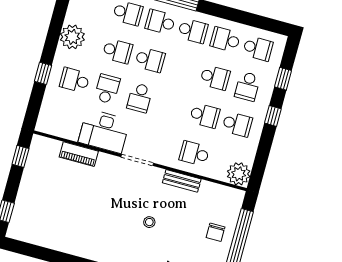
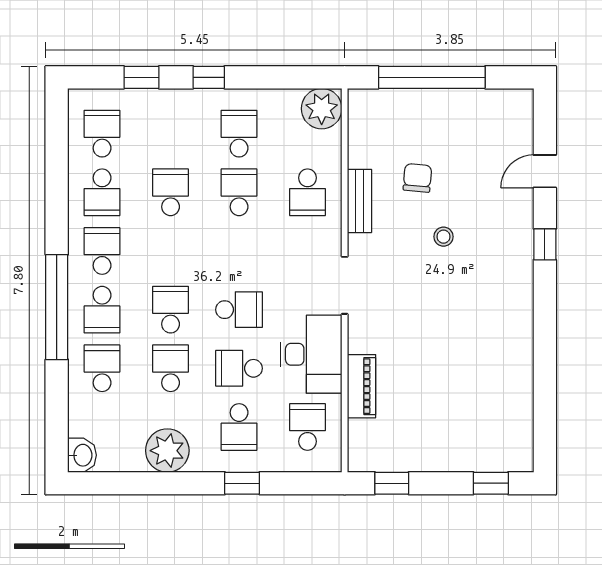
school desk: (247, 86) -> (308, 427), moved, turned -90
chair: (216, 232) -> (417, 178), moved, turned -85

